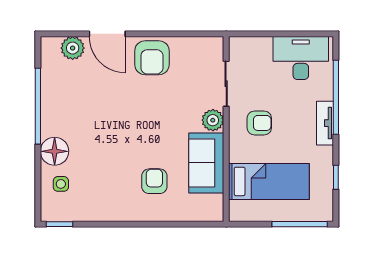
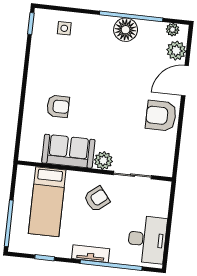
plant: (48, 55) -> (173, 30), added
armchair: (259, 123) -> (97, 199), turned -129
floor lamp: (55, 151) -> (126, 30), moved

